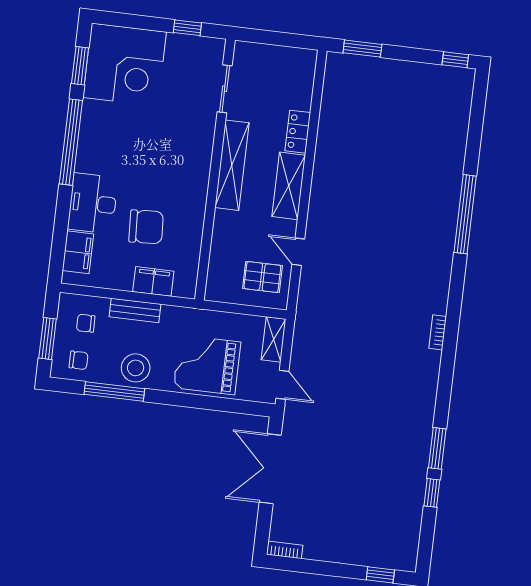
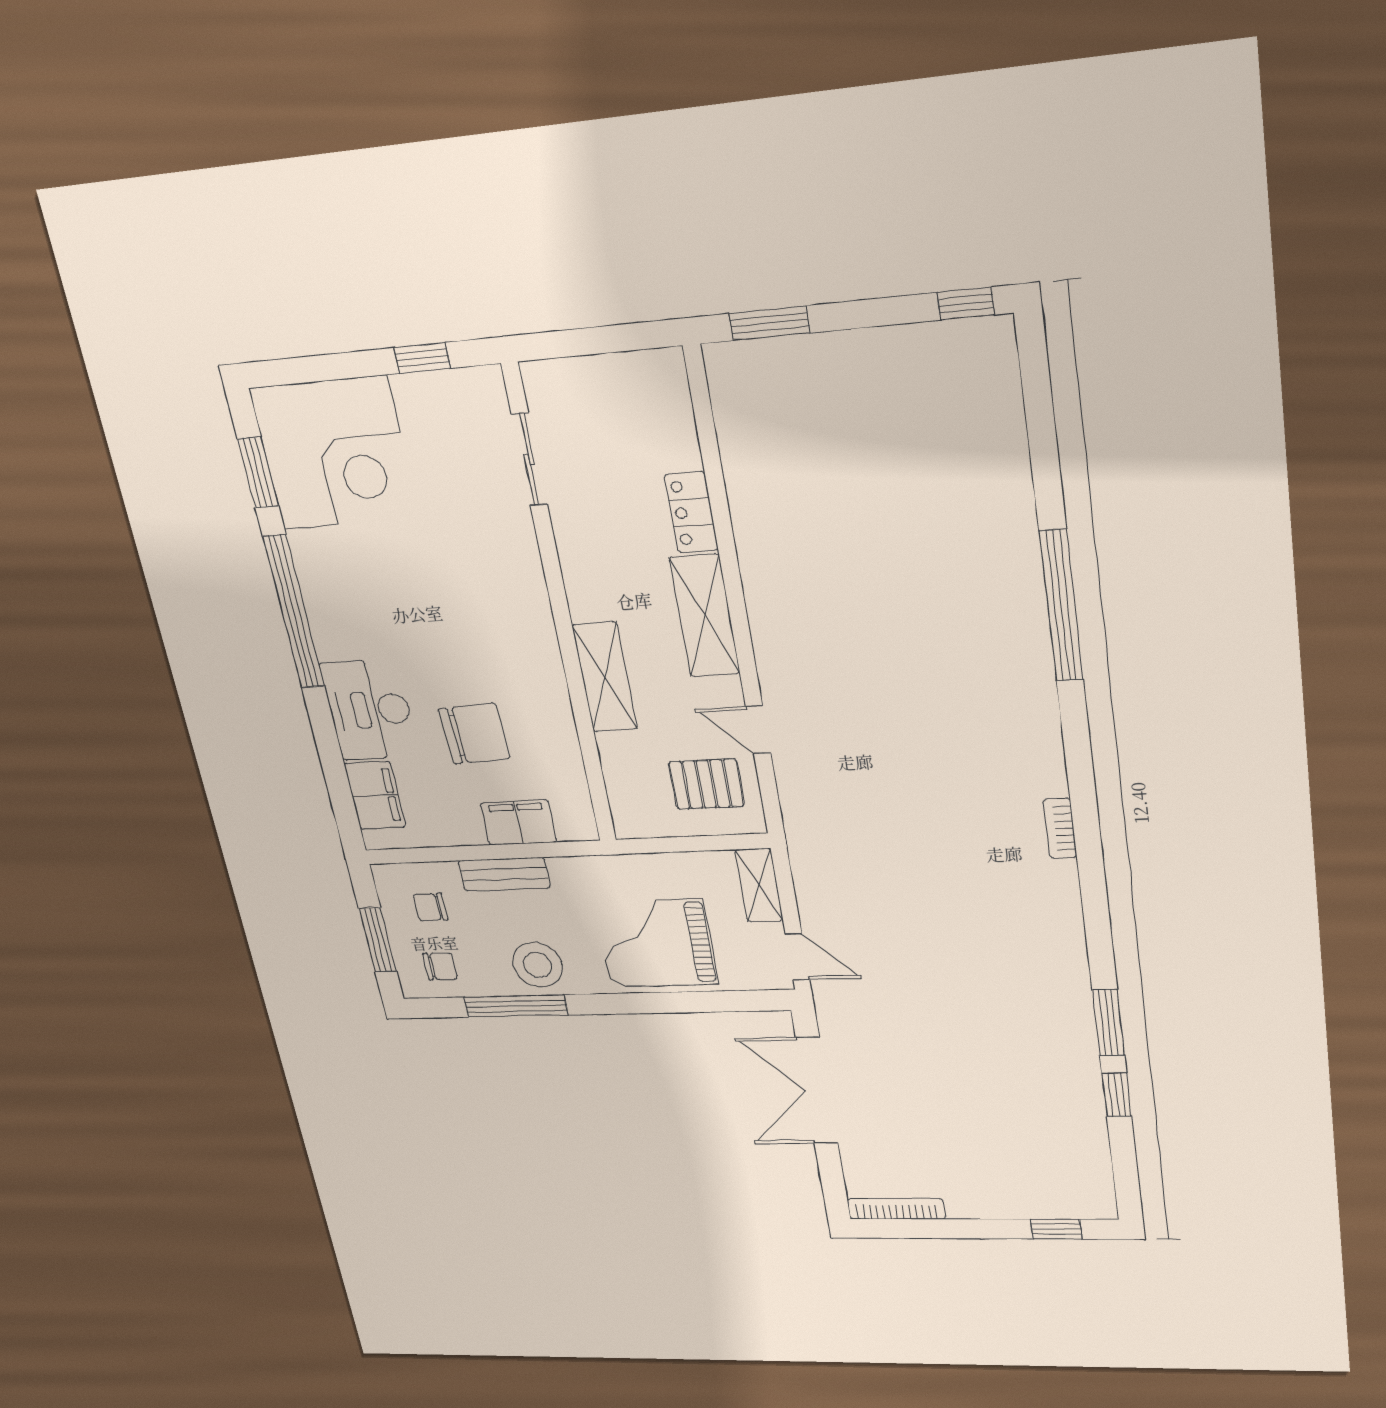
shelving: (232, 165) -> (605, 677), moved, width x0.68
bookcase: (285, 550) -> (896, 1209), width x1.56

